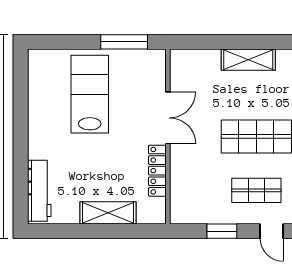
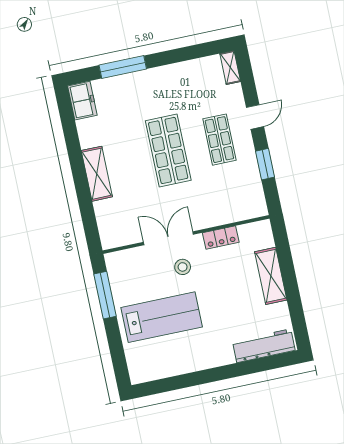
lab bench: (90, 94) -> (162, 317), turned 180
stool: (136, 126) -> (183, 267), added
locker: (157, 171) -> (221, 238), width x0.66

